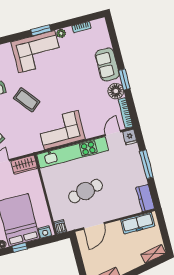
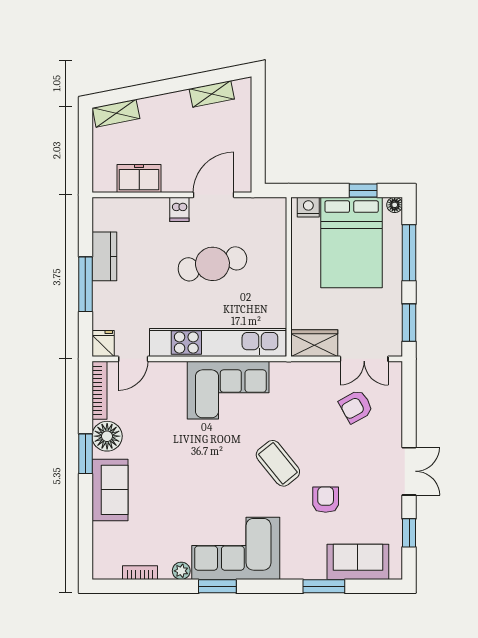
kitchen counter: (145, 198) -> (104, 256), moved
freezer: (138, 223) -> (139, 178), width x0.71
dishwasher: (60, 227) -> (179, 209), moved

